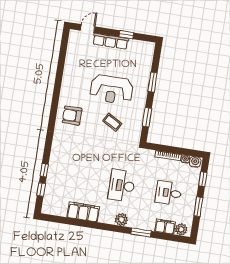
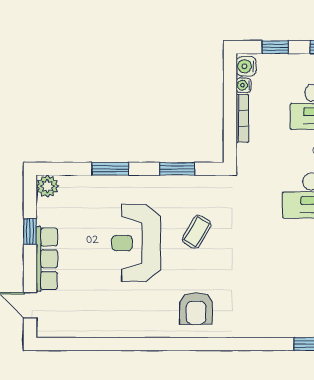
plant: (149, 48) -> (47, 186), added
reception desk: (111, 89) -> (136, 243), turned 180

